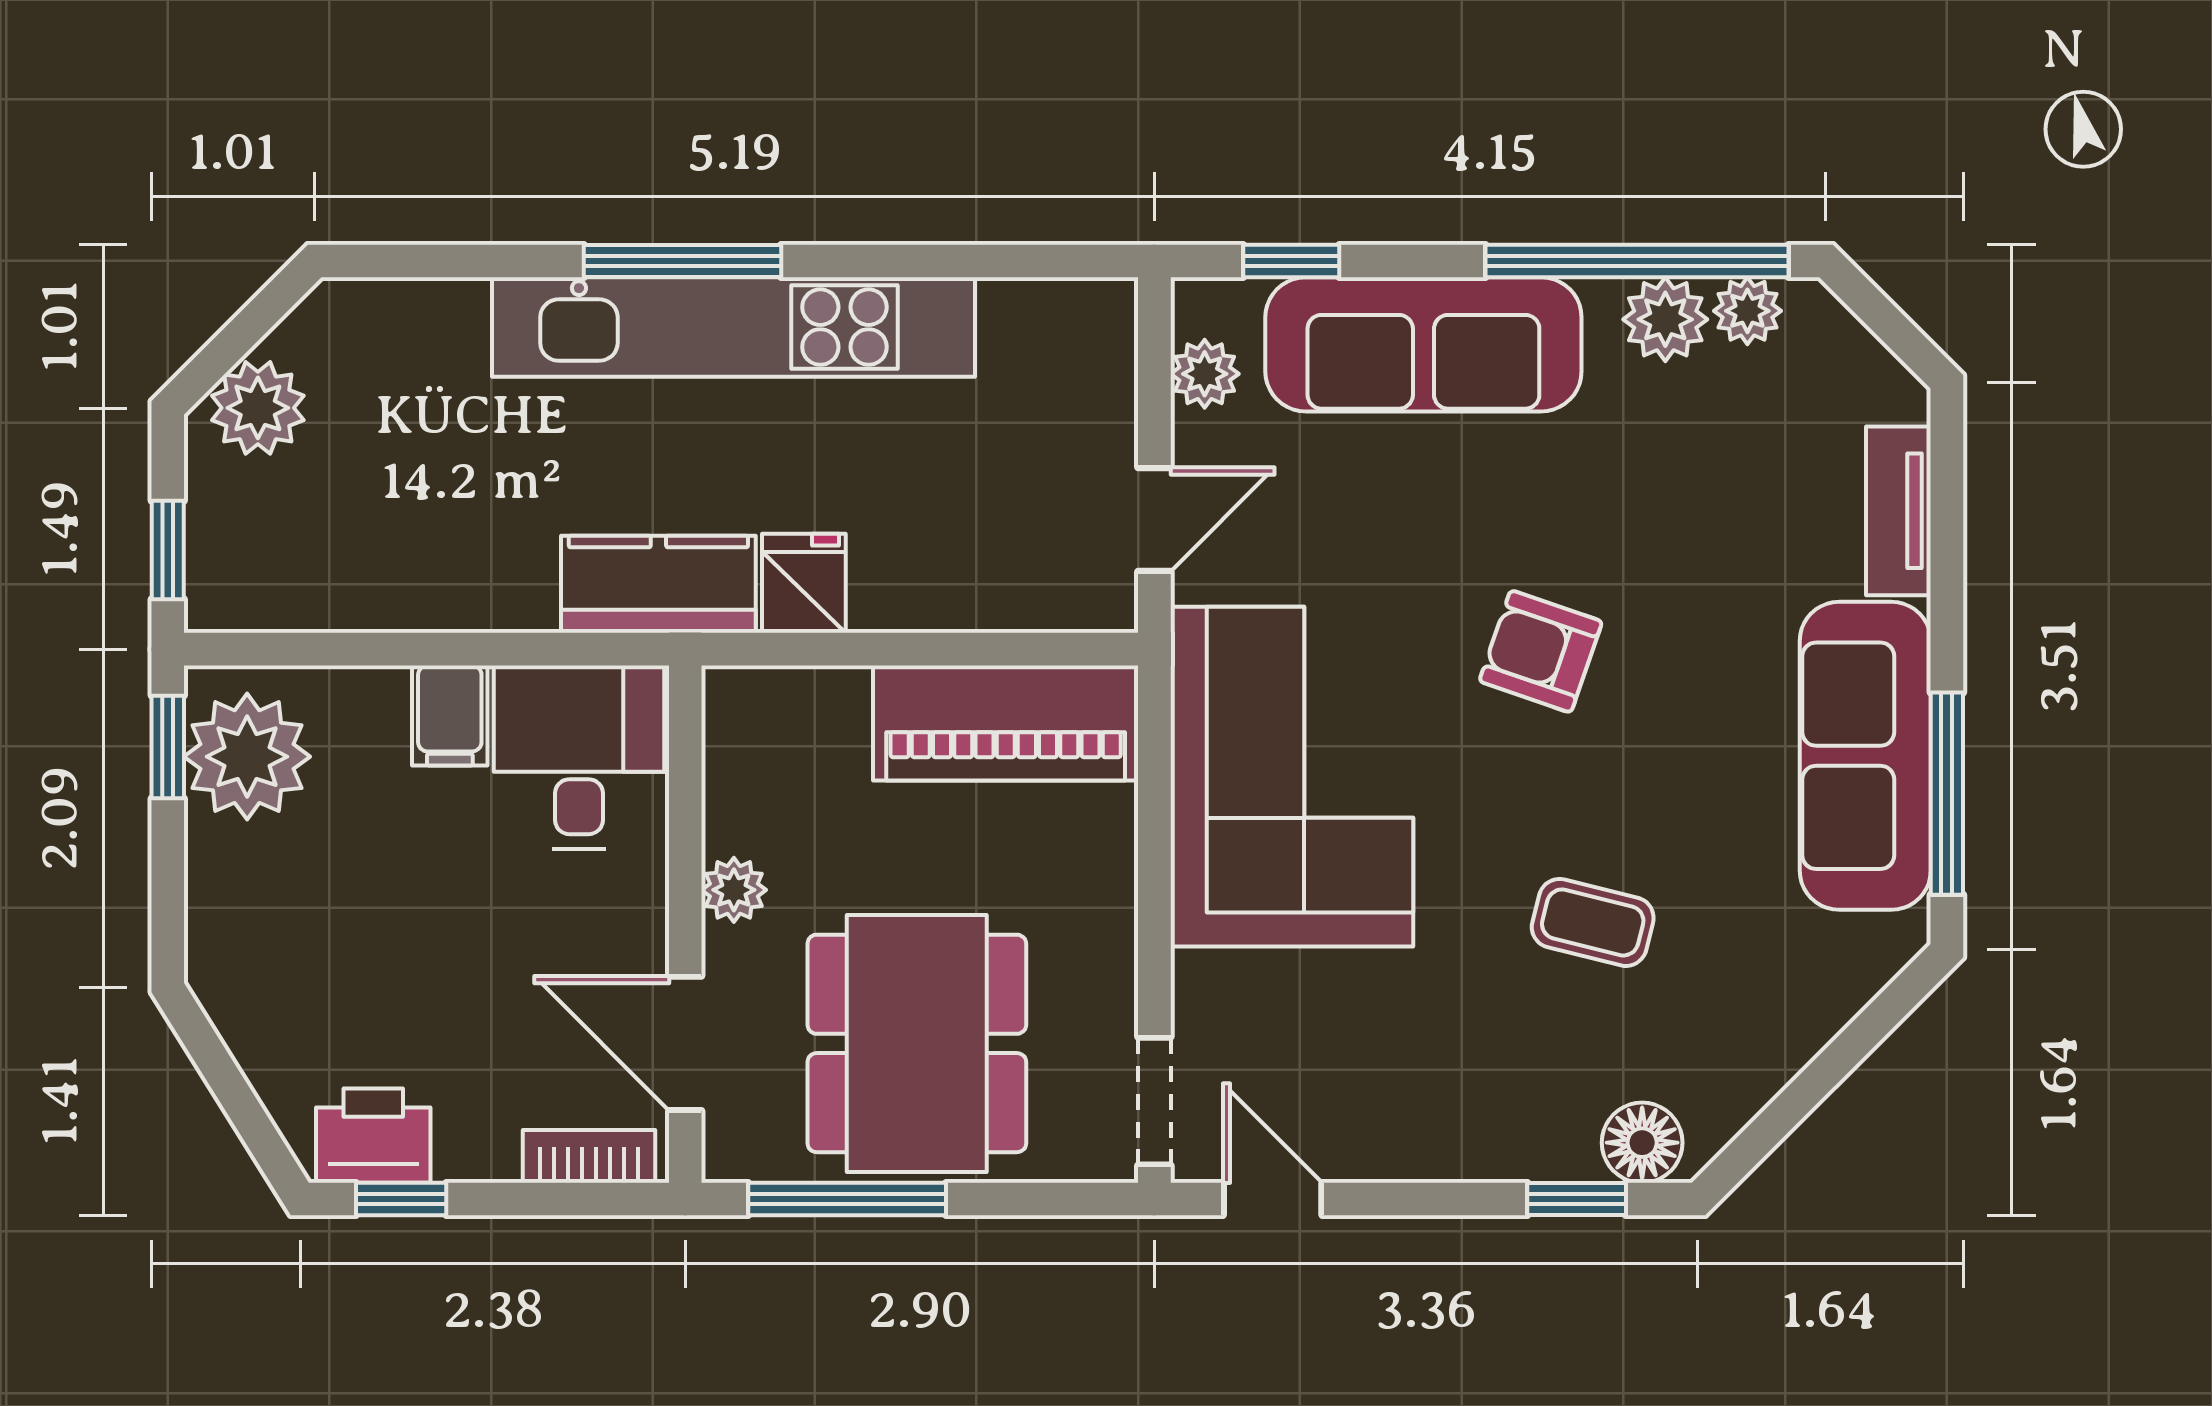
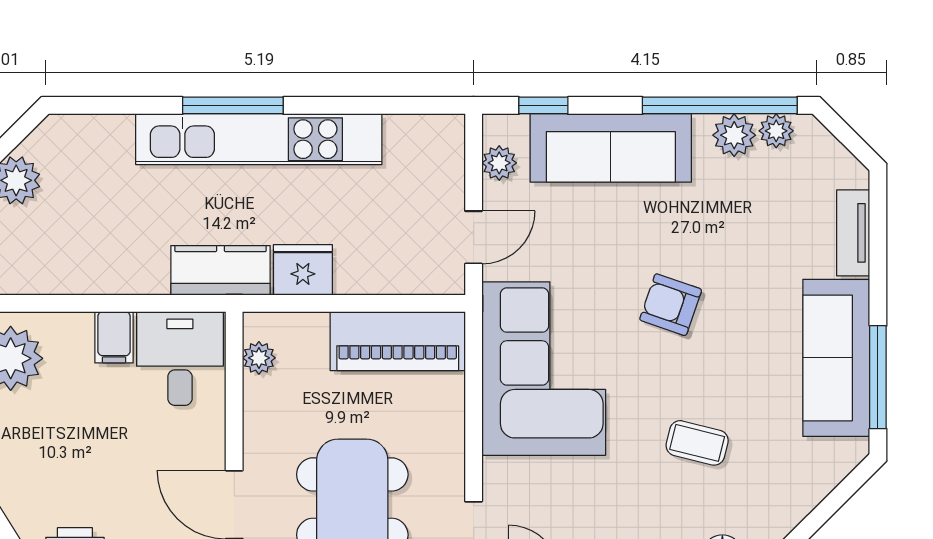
fridge: (804, 583) -> (303, 270), width x1.38
plant: (734, 890) -> (259, 358), moved

